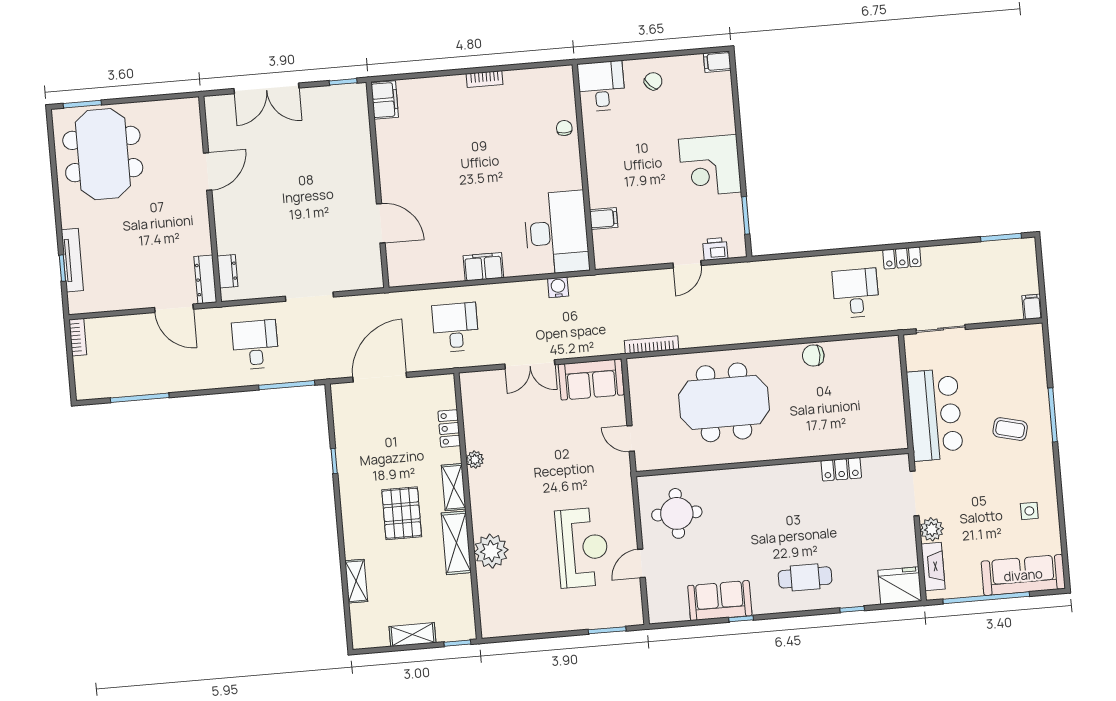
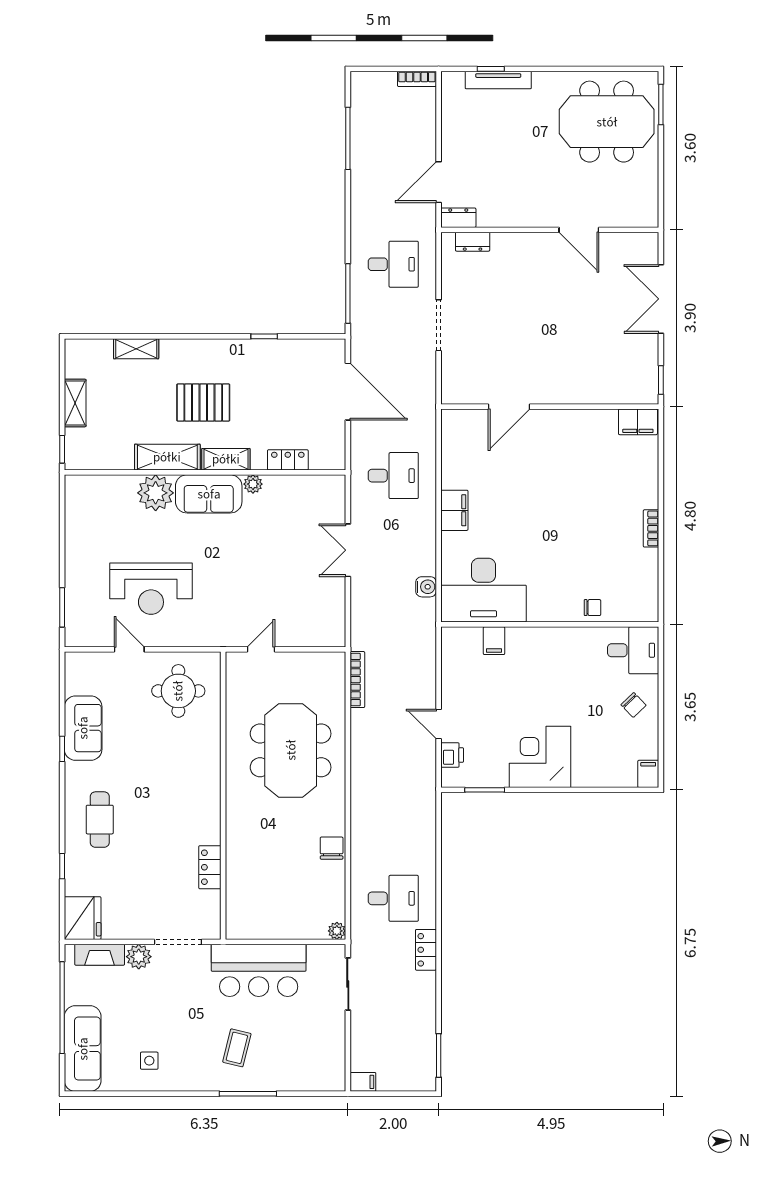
dresser: (205, 279) -> (458, 218), width x0.70
plant: (891, 344) -> (337, 931), added
sofa: (591, 380) -> (209, 494), moved, turned -90

